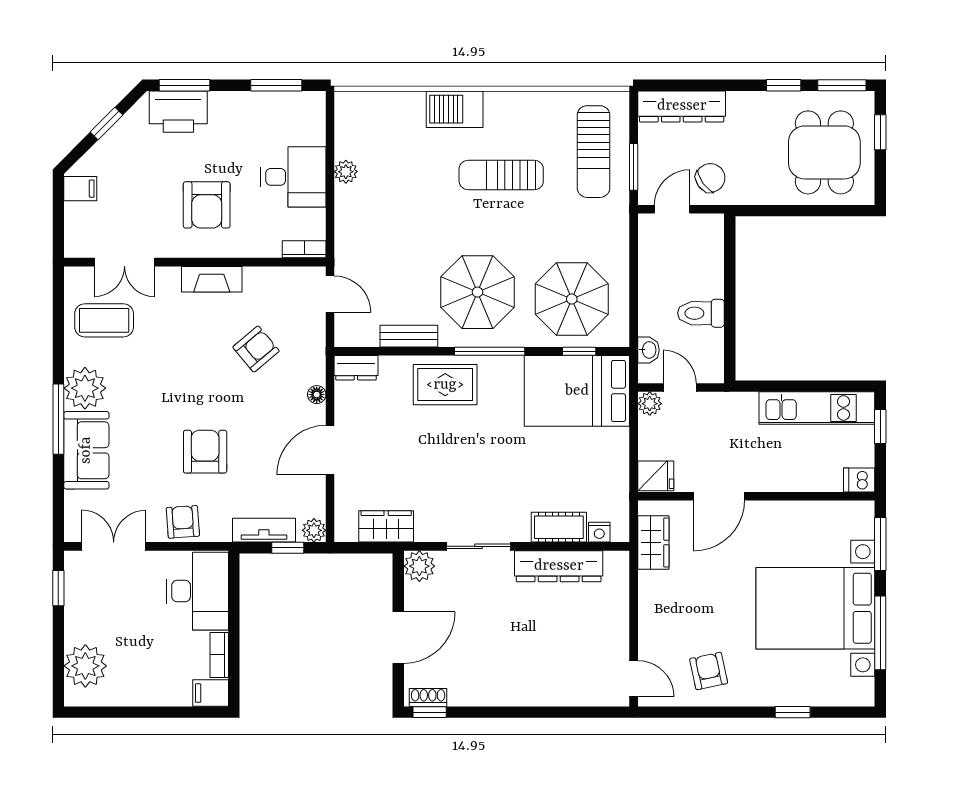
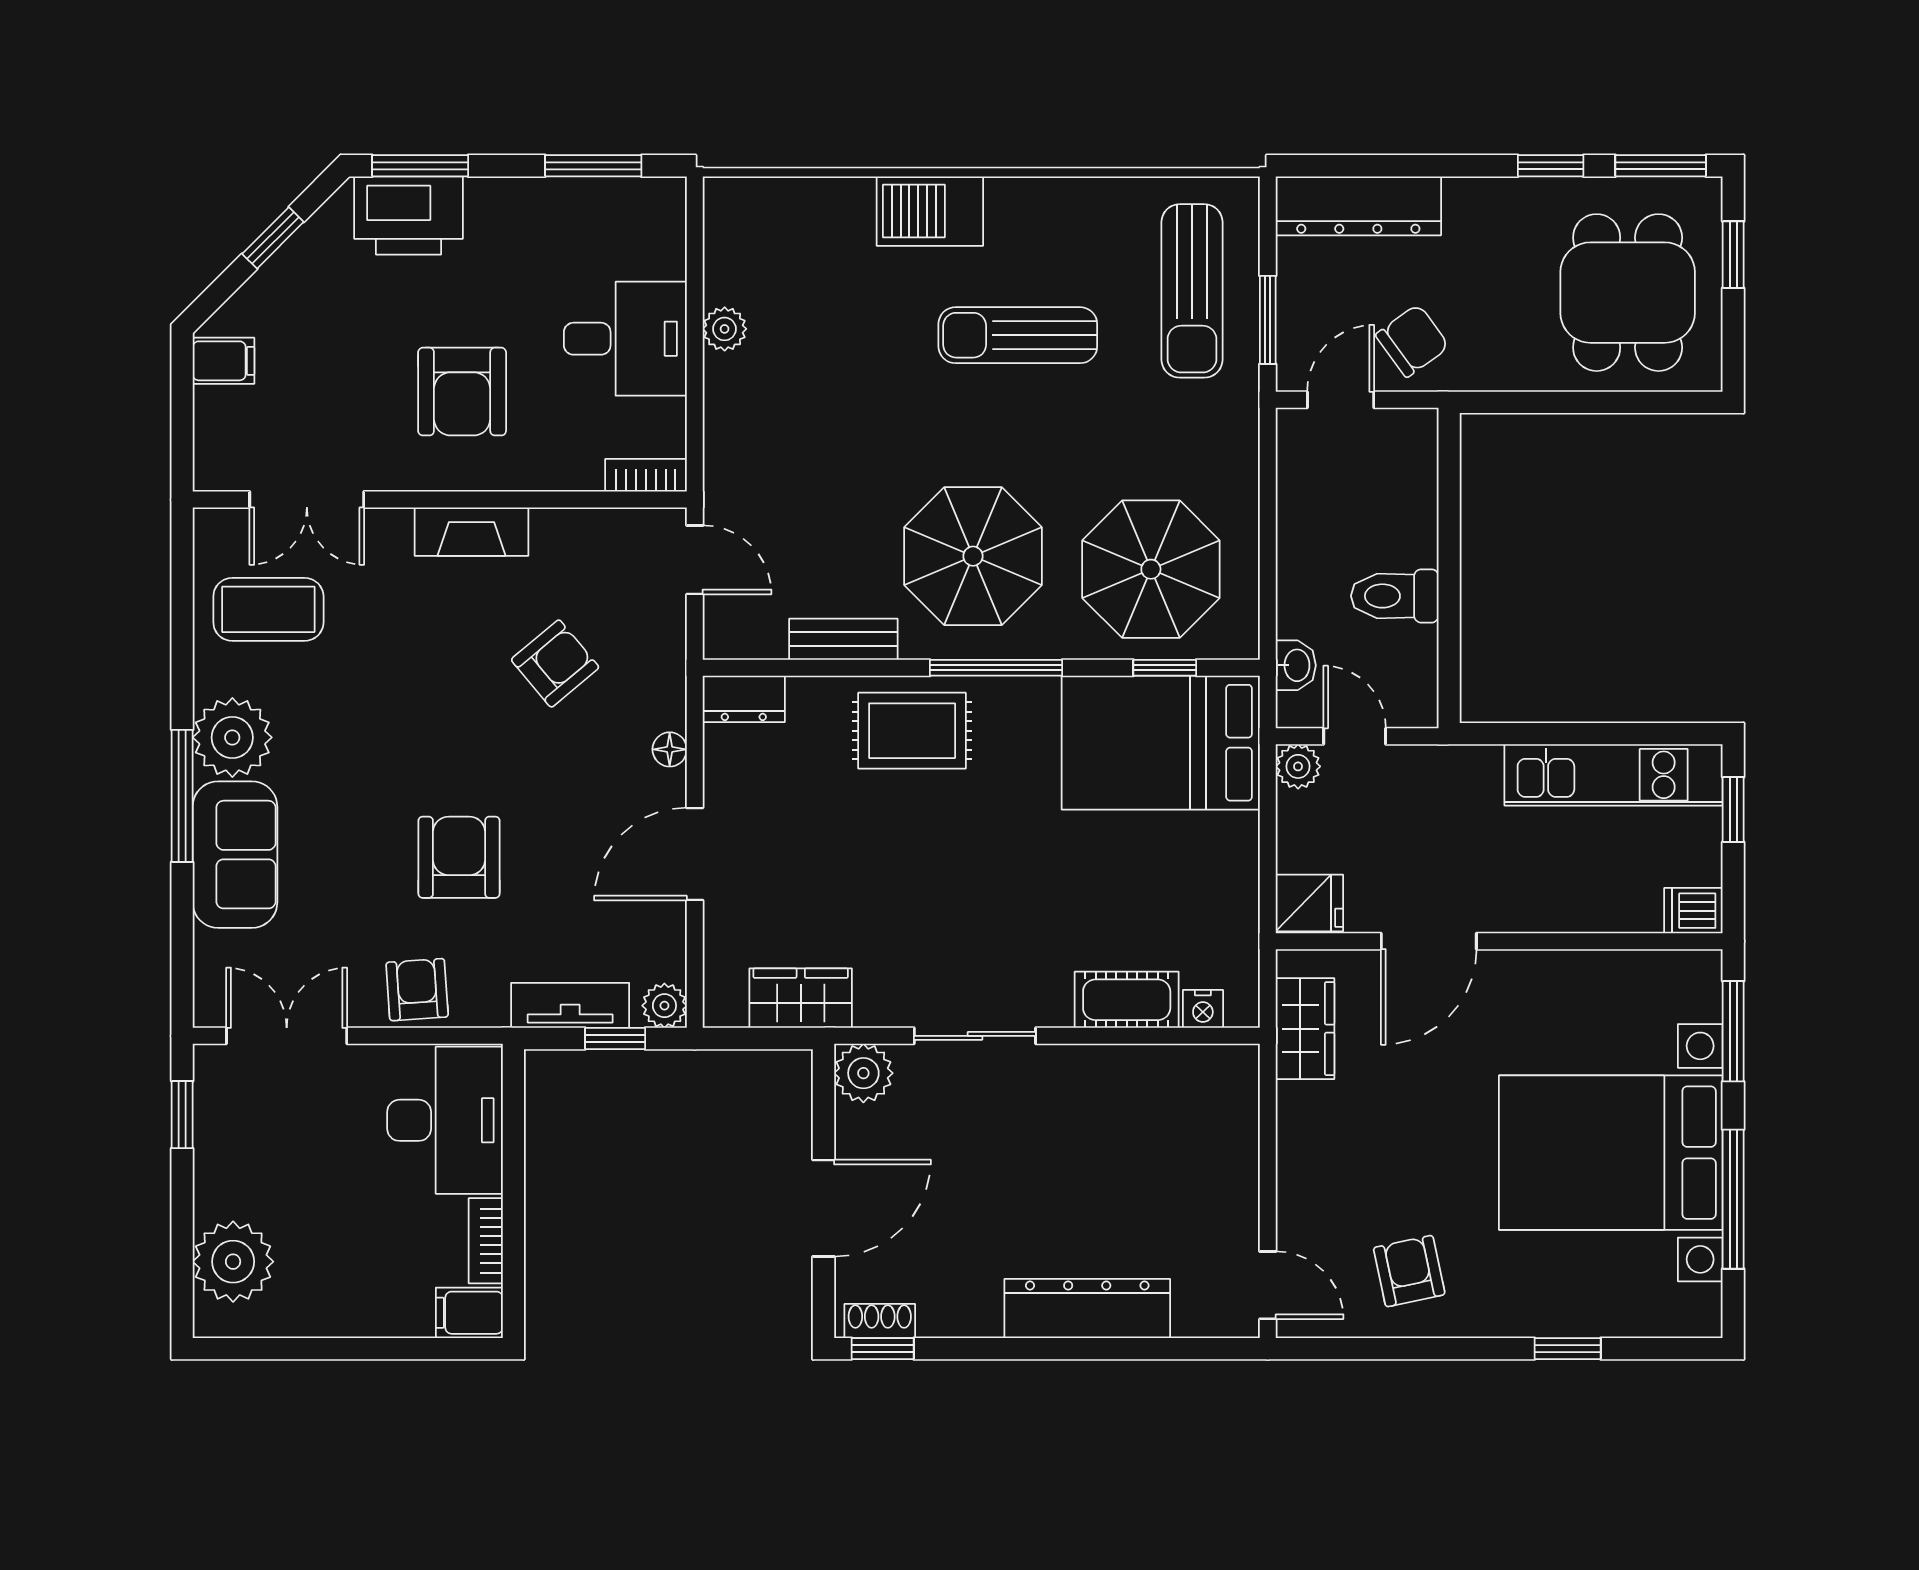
dresser: (559, 566) -> (1087, 1309), moved, turned 180

